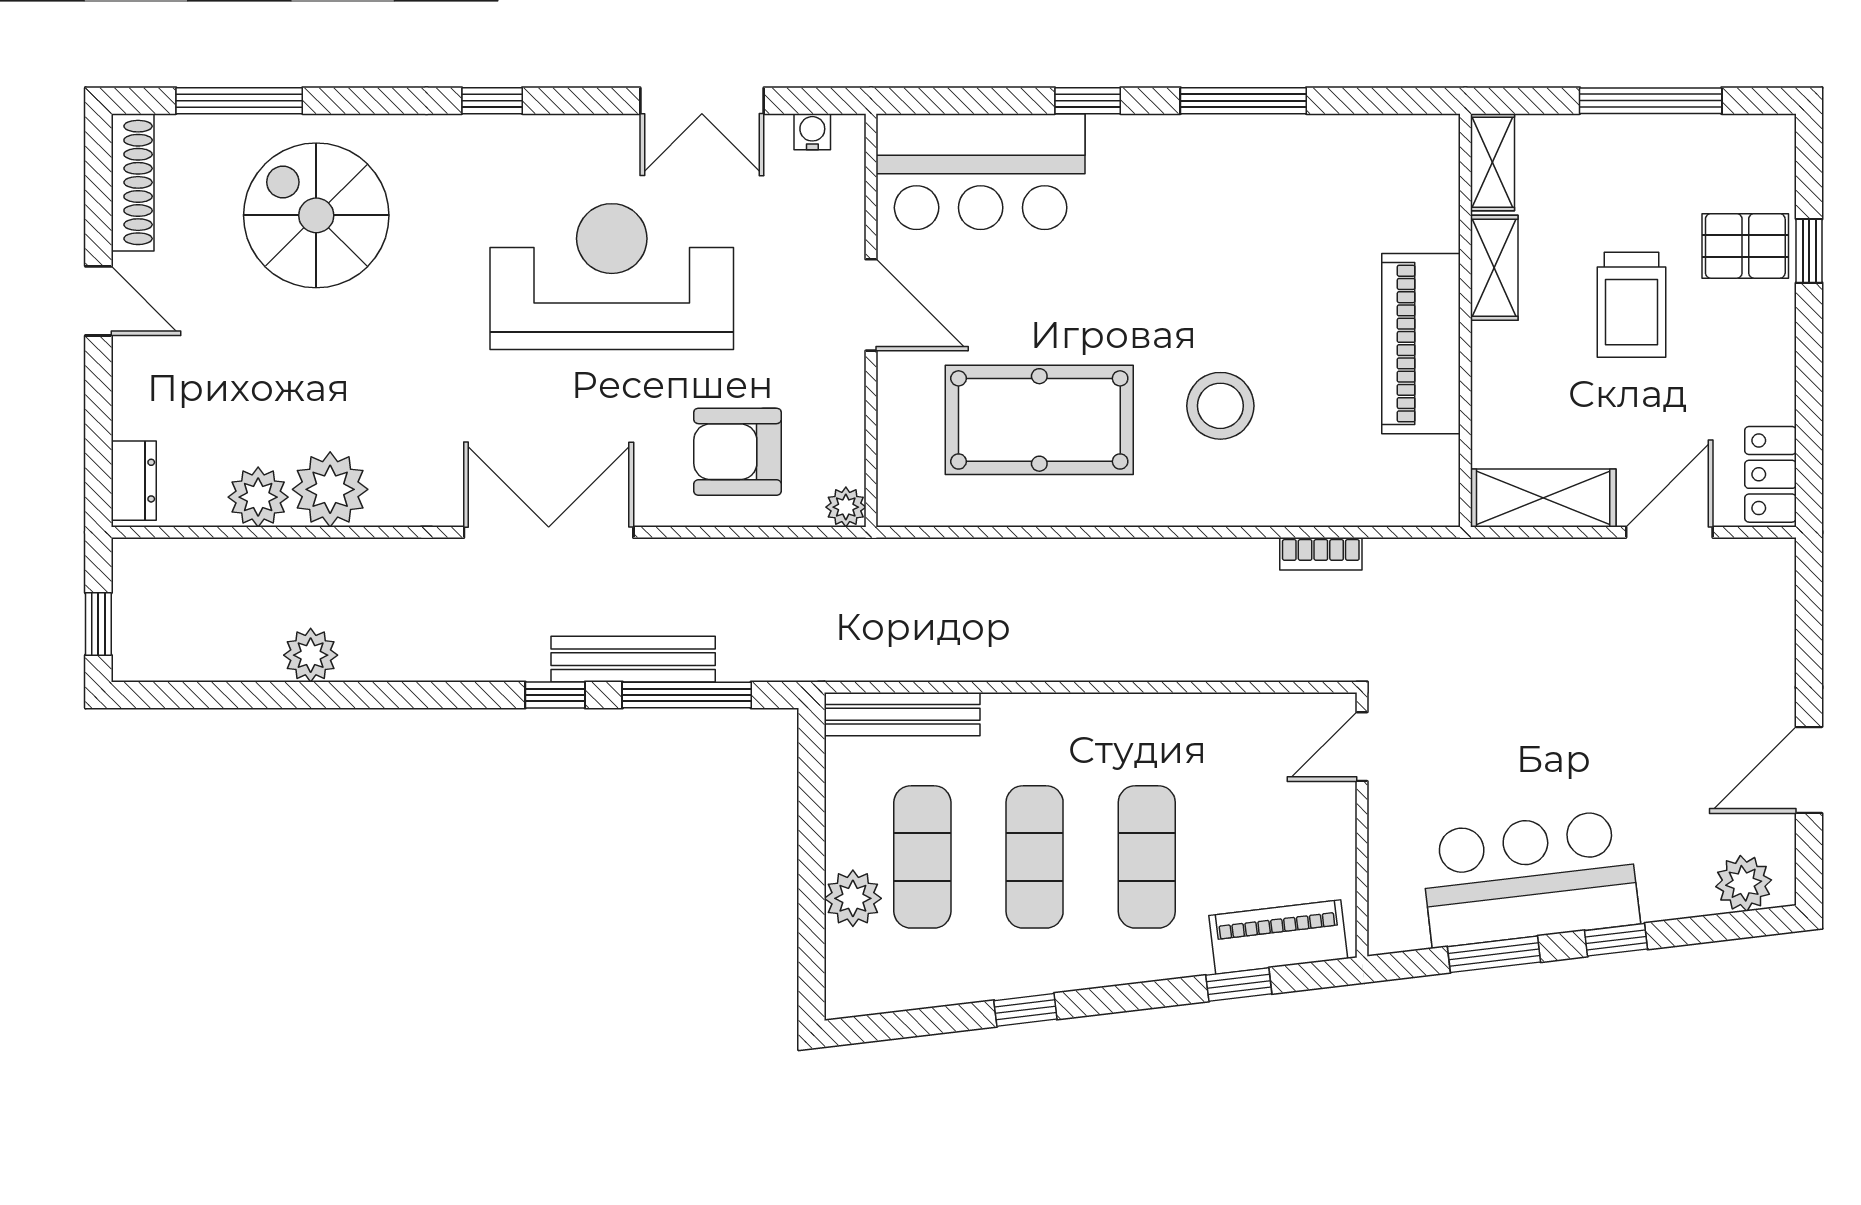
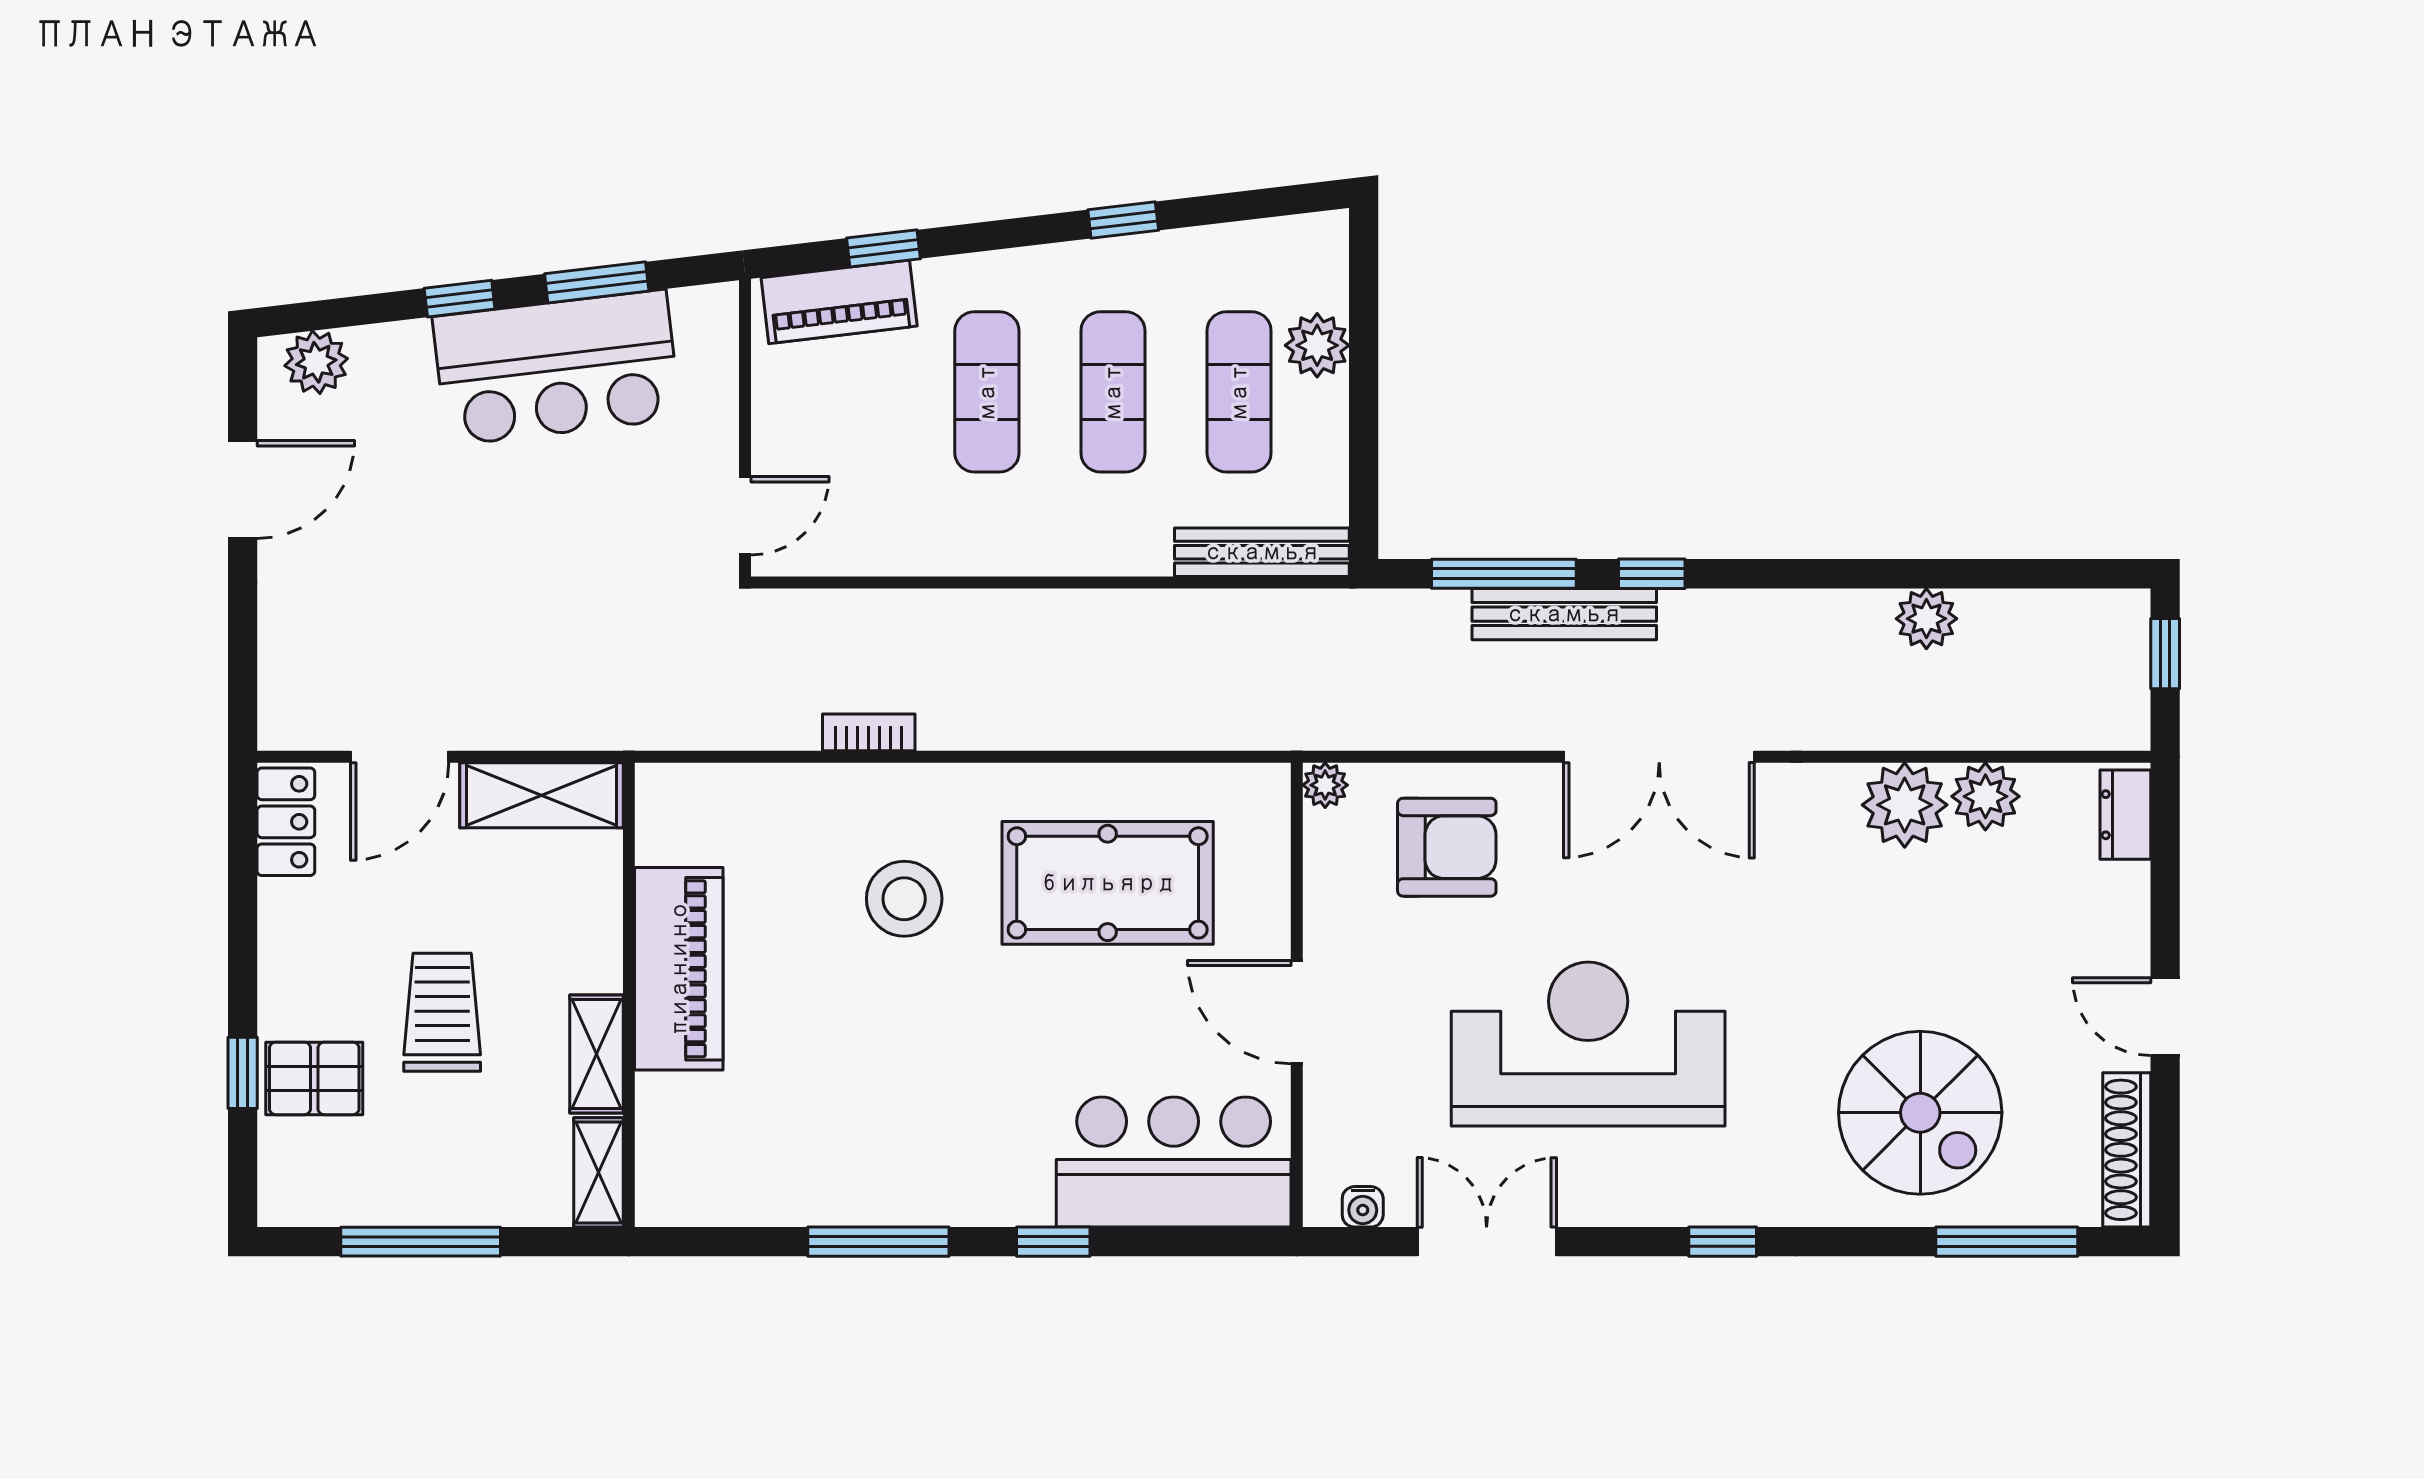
reception desk: (612, 277) -> (1588, 1044), turned 180
bookcase: (1321, 554) -> (869, 732), moved

